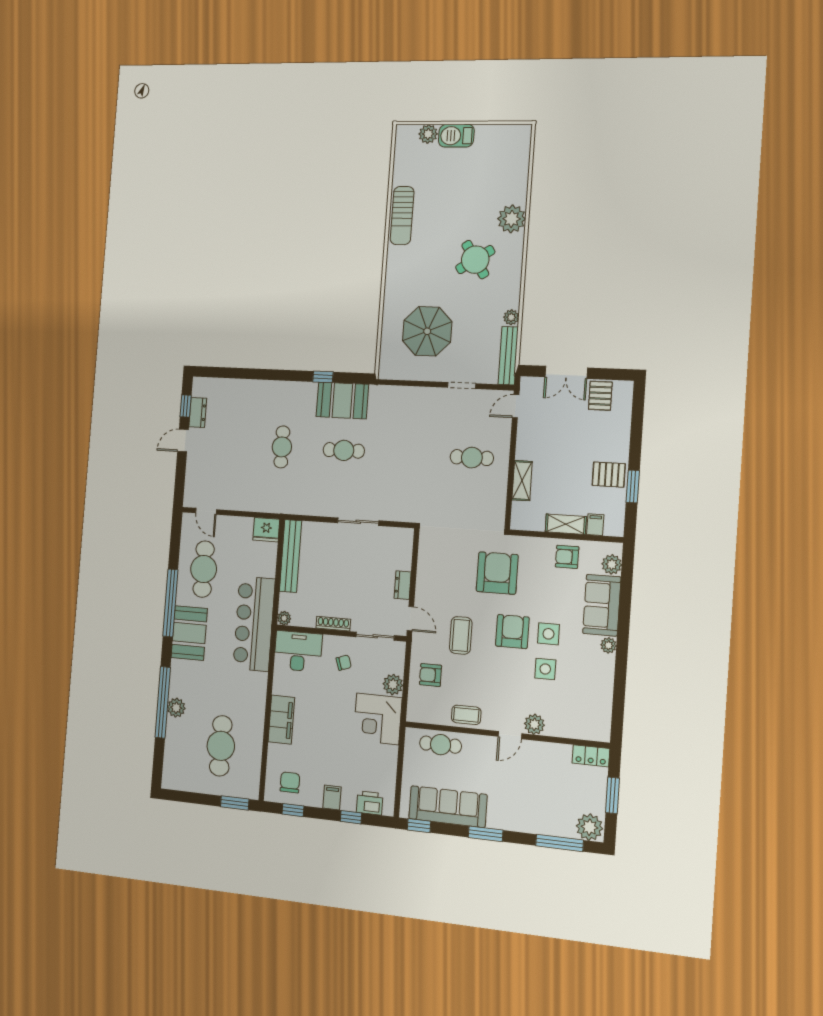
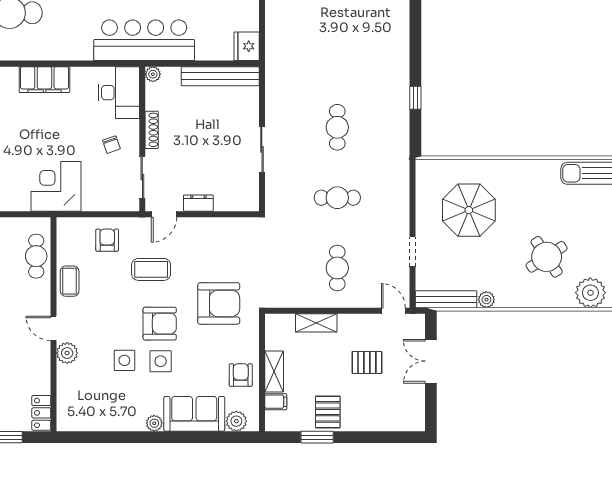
pallet: (600, 396) -> (367, 362), moved
booth: (342, 401) -> (391, 122), removed
cafe table: (282, 447) -> (337, 198), moved
plant: (393, 685) -> (93, 200), removed

